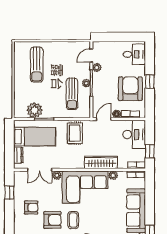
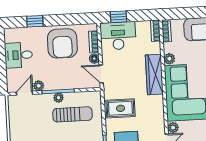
desk: (134, 54) -> (19, 55), moved, turned -90
door: (91, 56) -> (24, 93), swing flipped
window: (150, 82) -> (35, 21), moved
armchair: (130, 89) -> (62, 43), turned -90
window: (150, 151) -> (119, 17), moved

